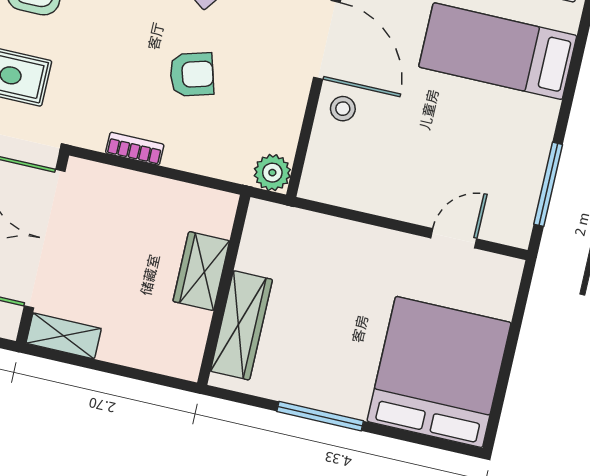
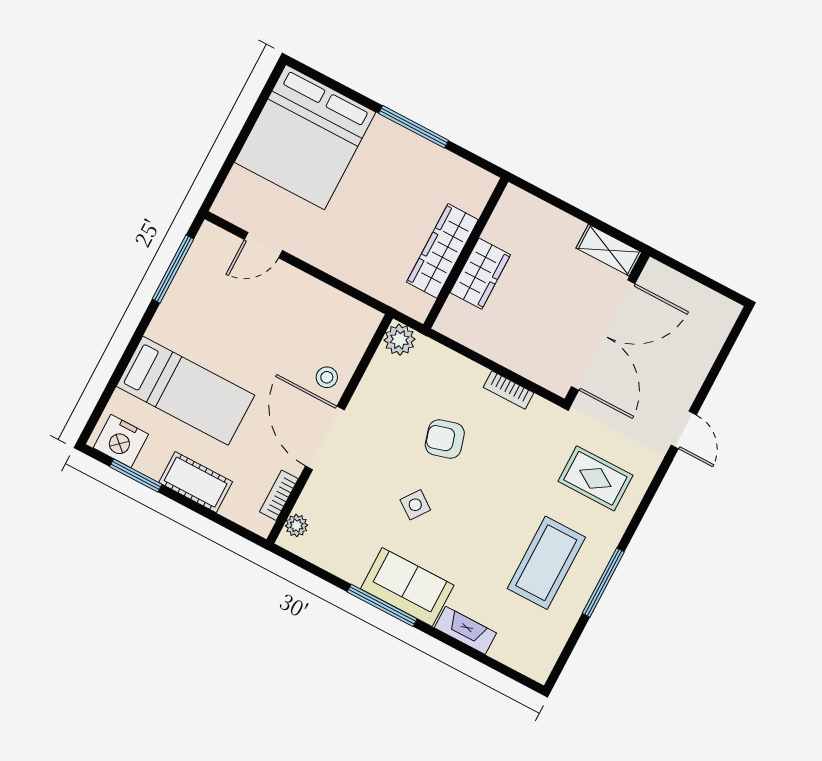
wardrobe: (241, 325) -> (442, 251), moved

